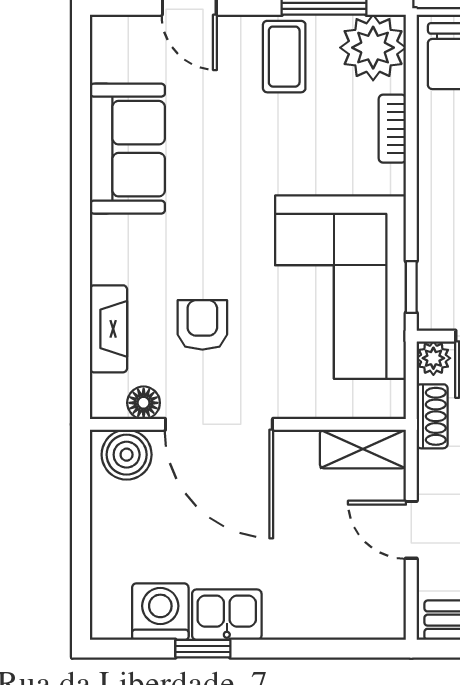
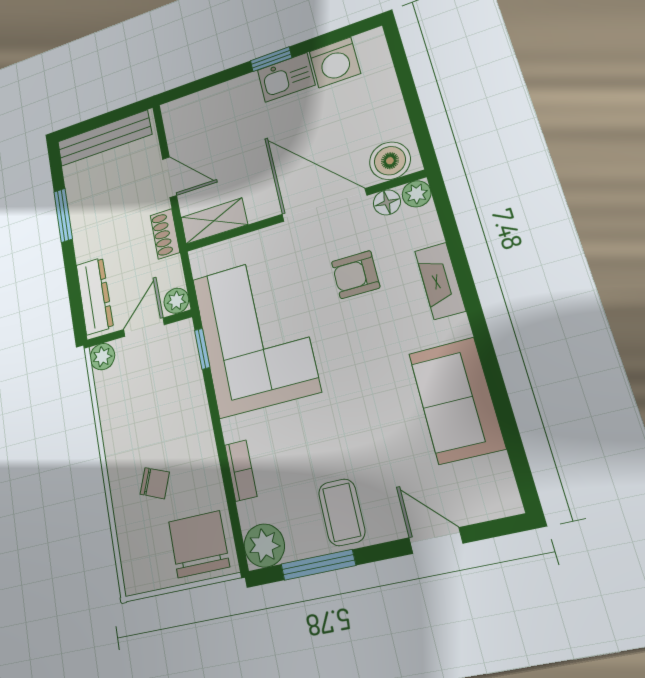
plant: (373, 48) -> (264, 545), width x0.73, depth x0.73
armchair: (202, 325) -> (356, 275), turned 90
fireplace: (108, 329) -> (440, 281), moved
plant: (107, 402) -> (417, 194), added
shoe rack: (432, 416) -> (165, 234), moved
window: (203, 649) -> (271, 59), moved

